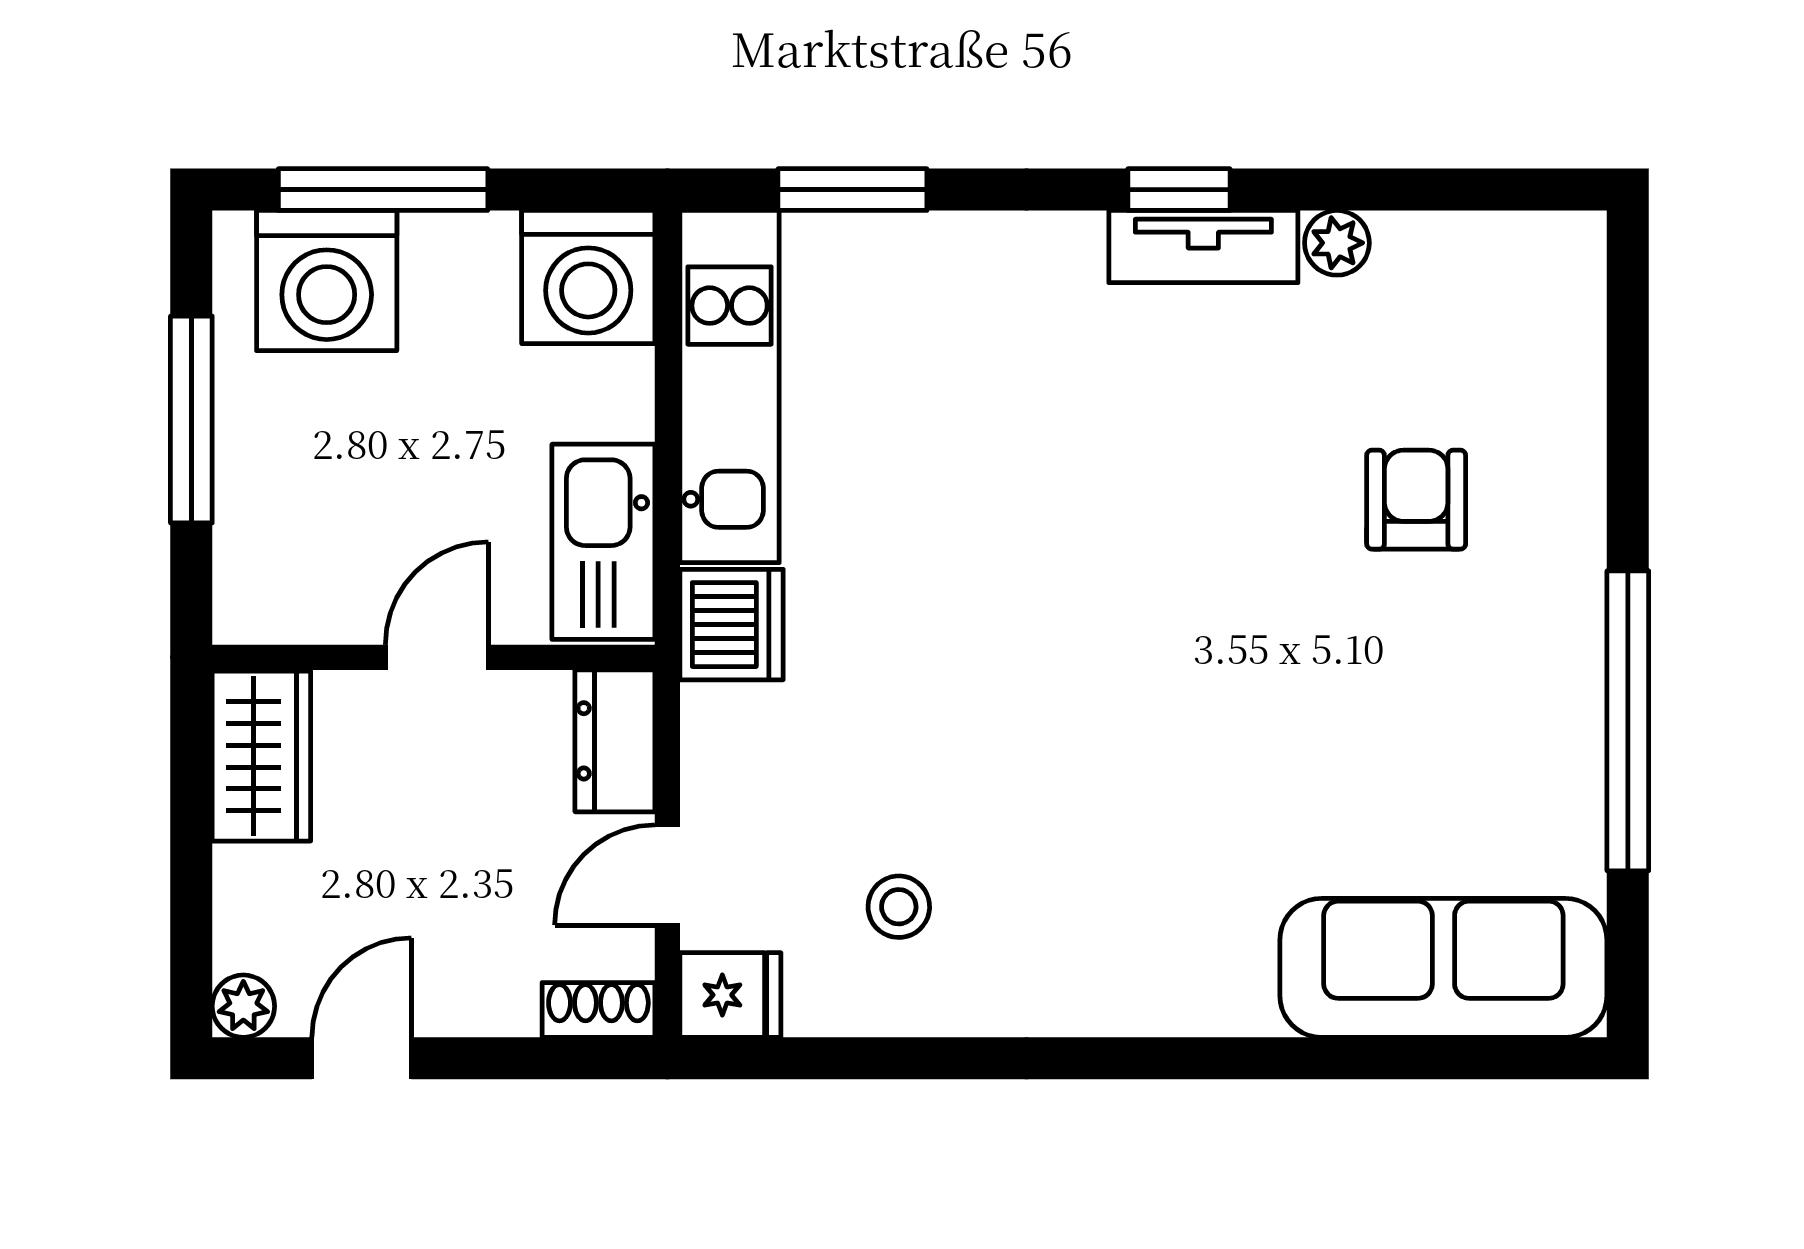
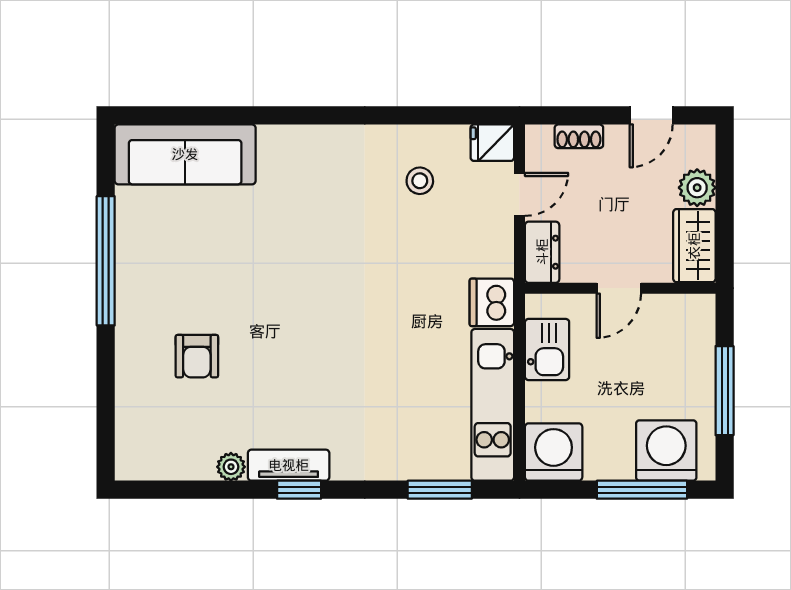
kitchen sink: (603, 542) -> (547, 349), width x0.73
plant: (243, 1006) -> (697, 188), moved, width x1.38, depth x1.38
shoe rack: (598, 1010) -> (579, 136), moved

